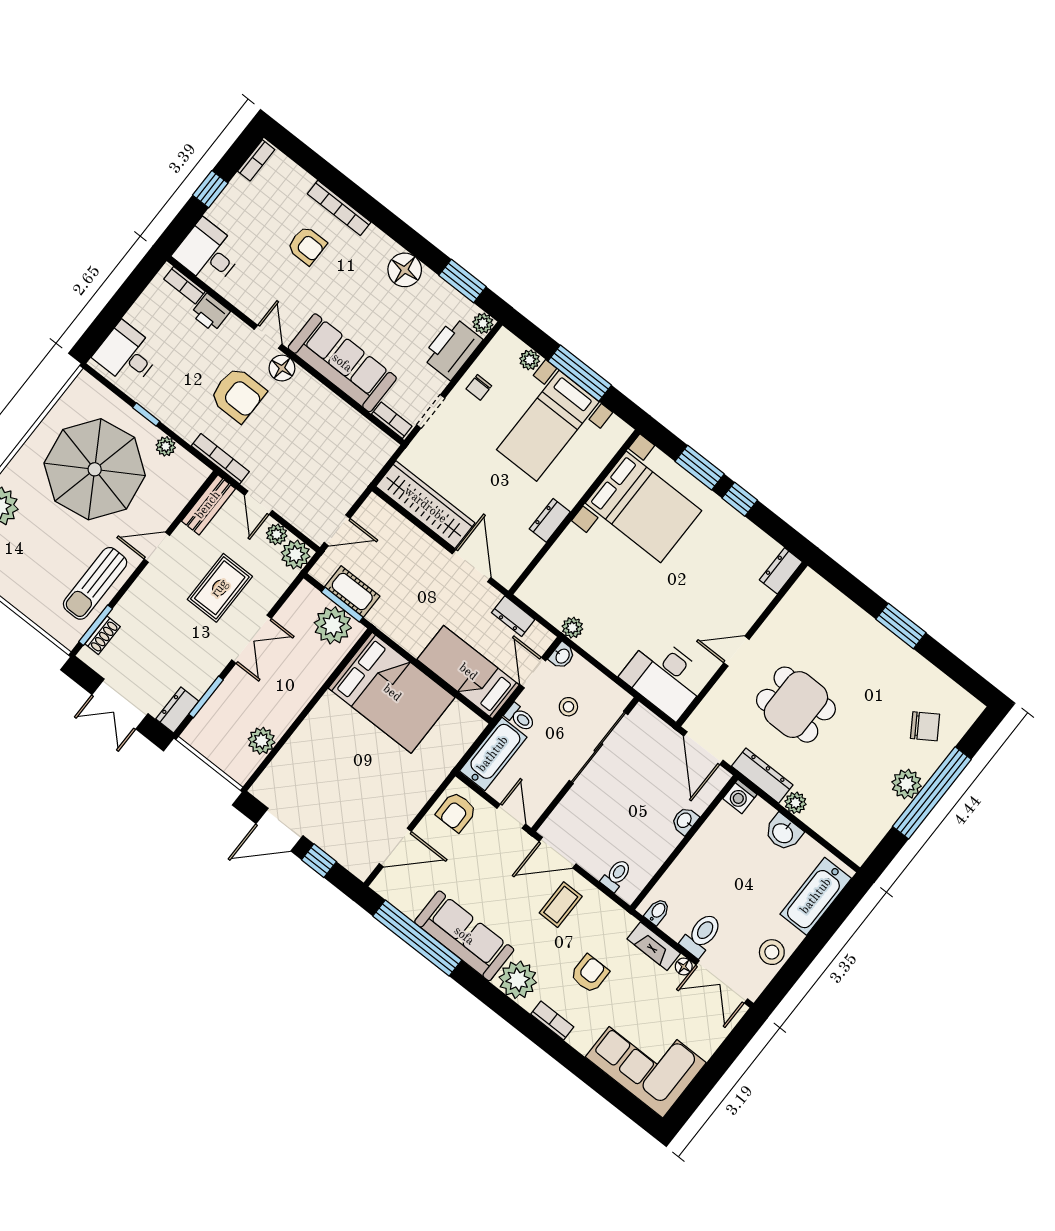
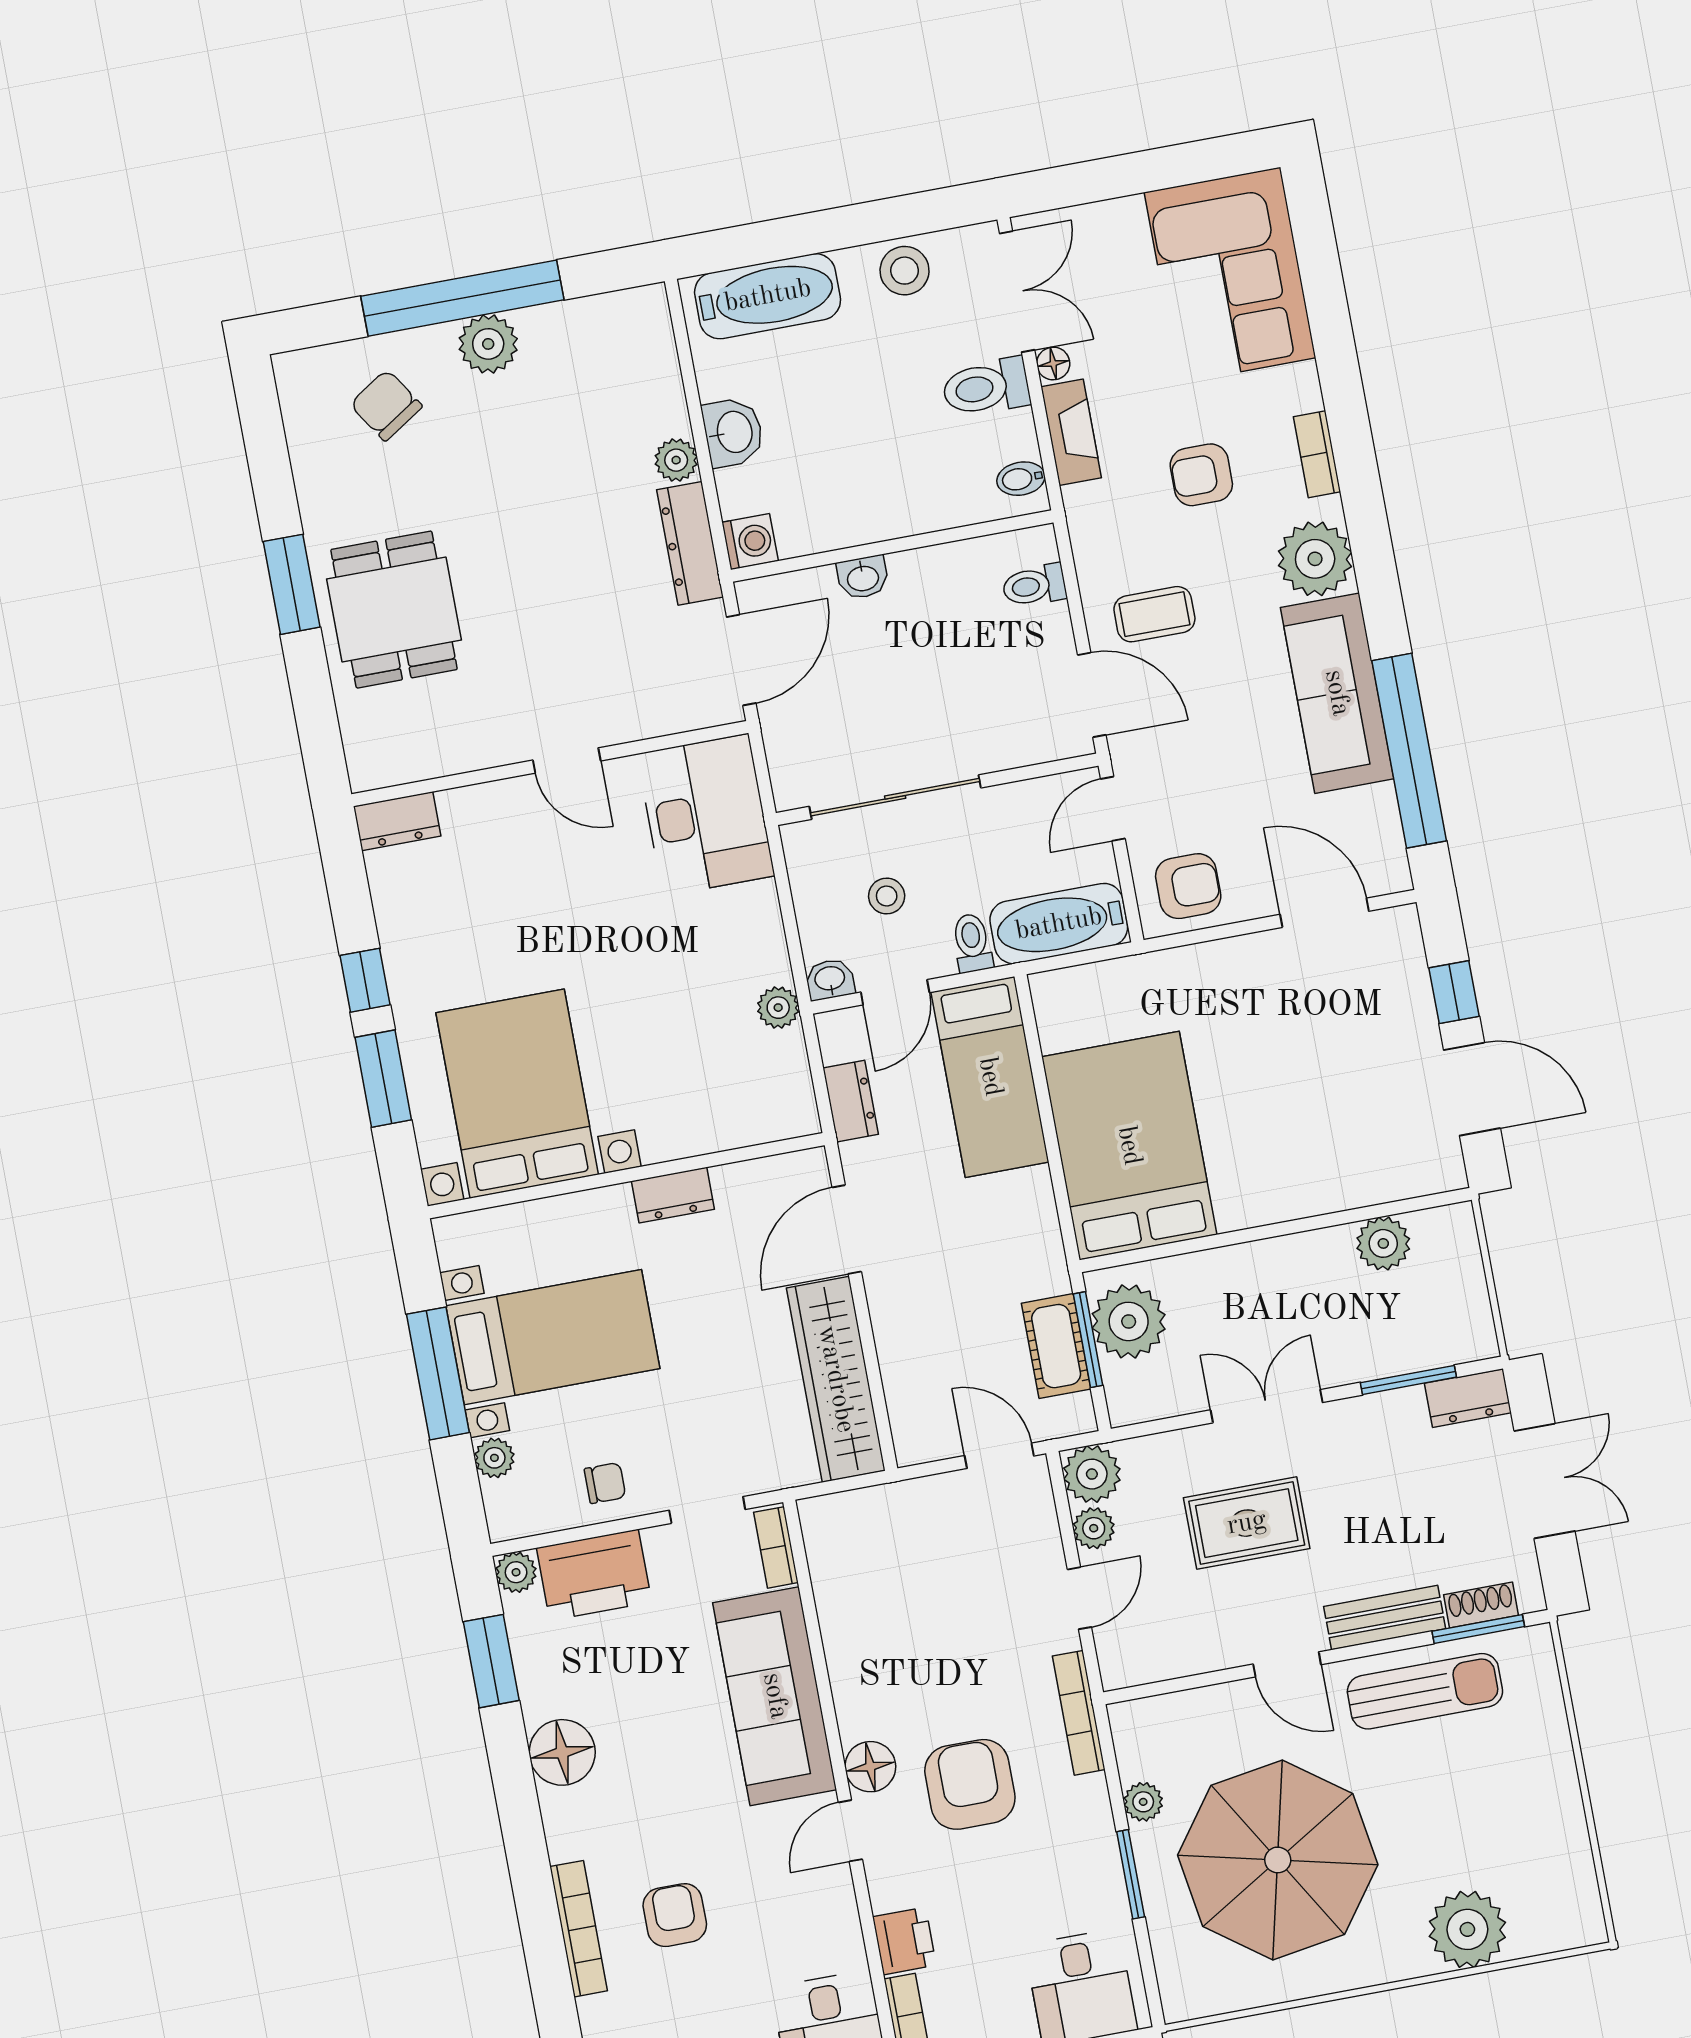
window: (146, 414) -> (1131, 1874), width x1.50
bench: (208, 505) -> (1385, 1618), moved
dining table: (796, 705) -> (394, 610), moved

